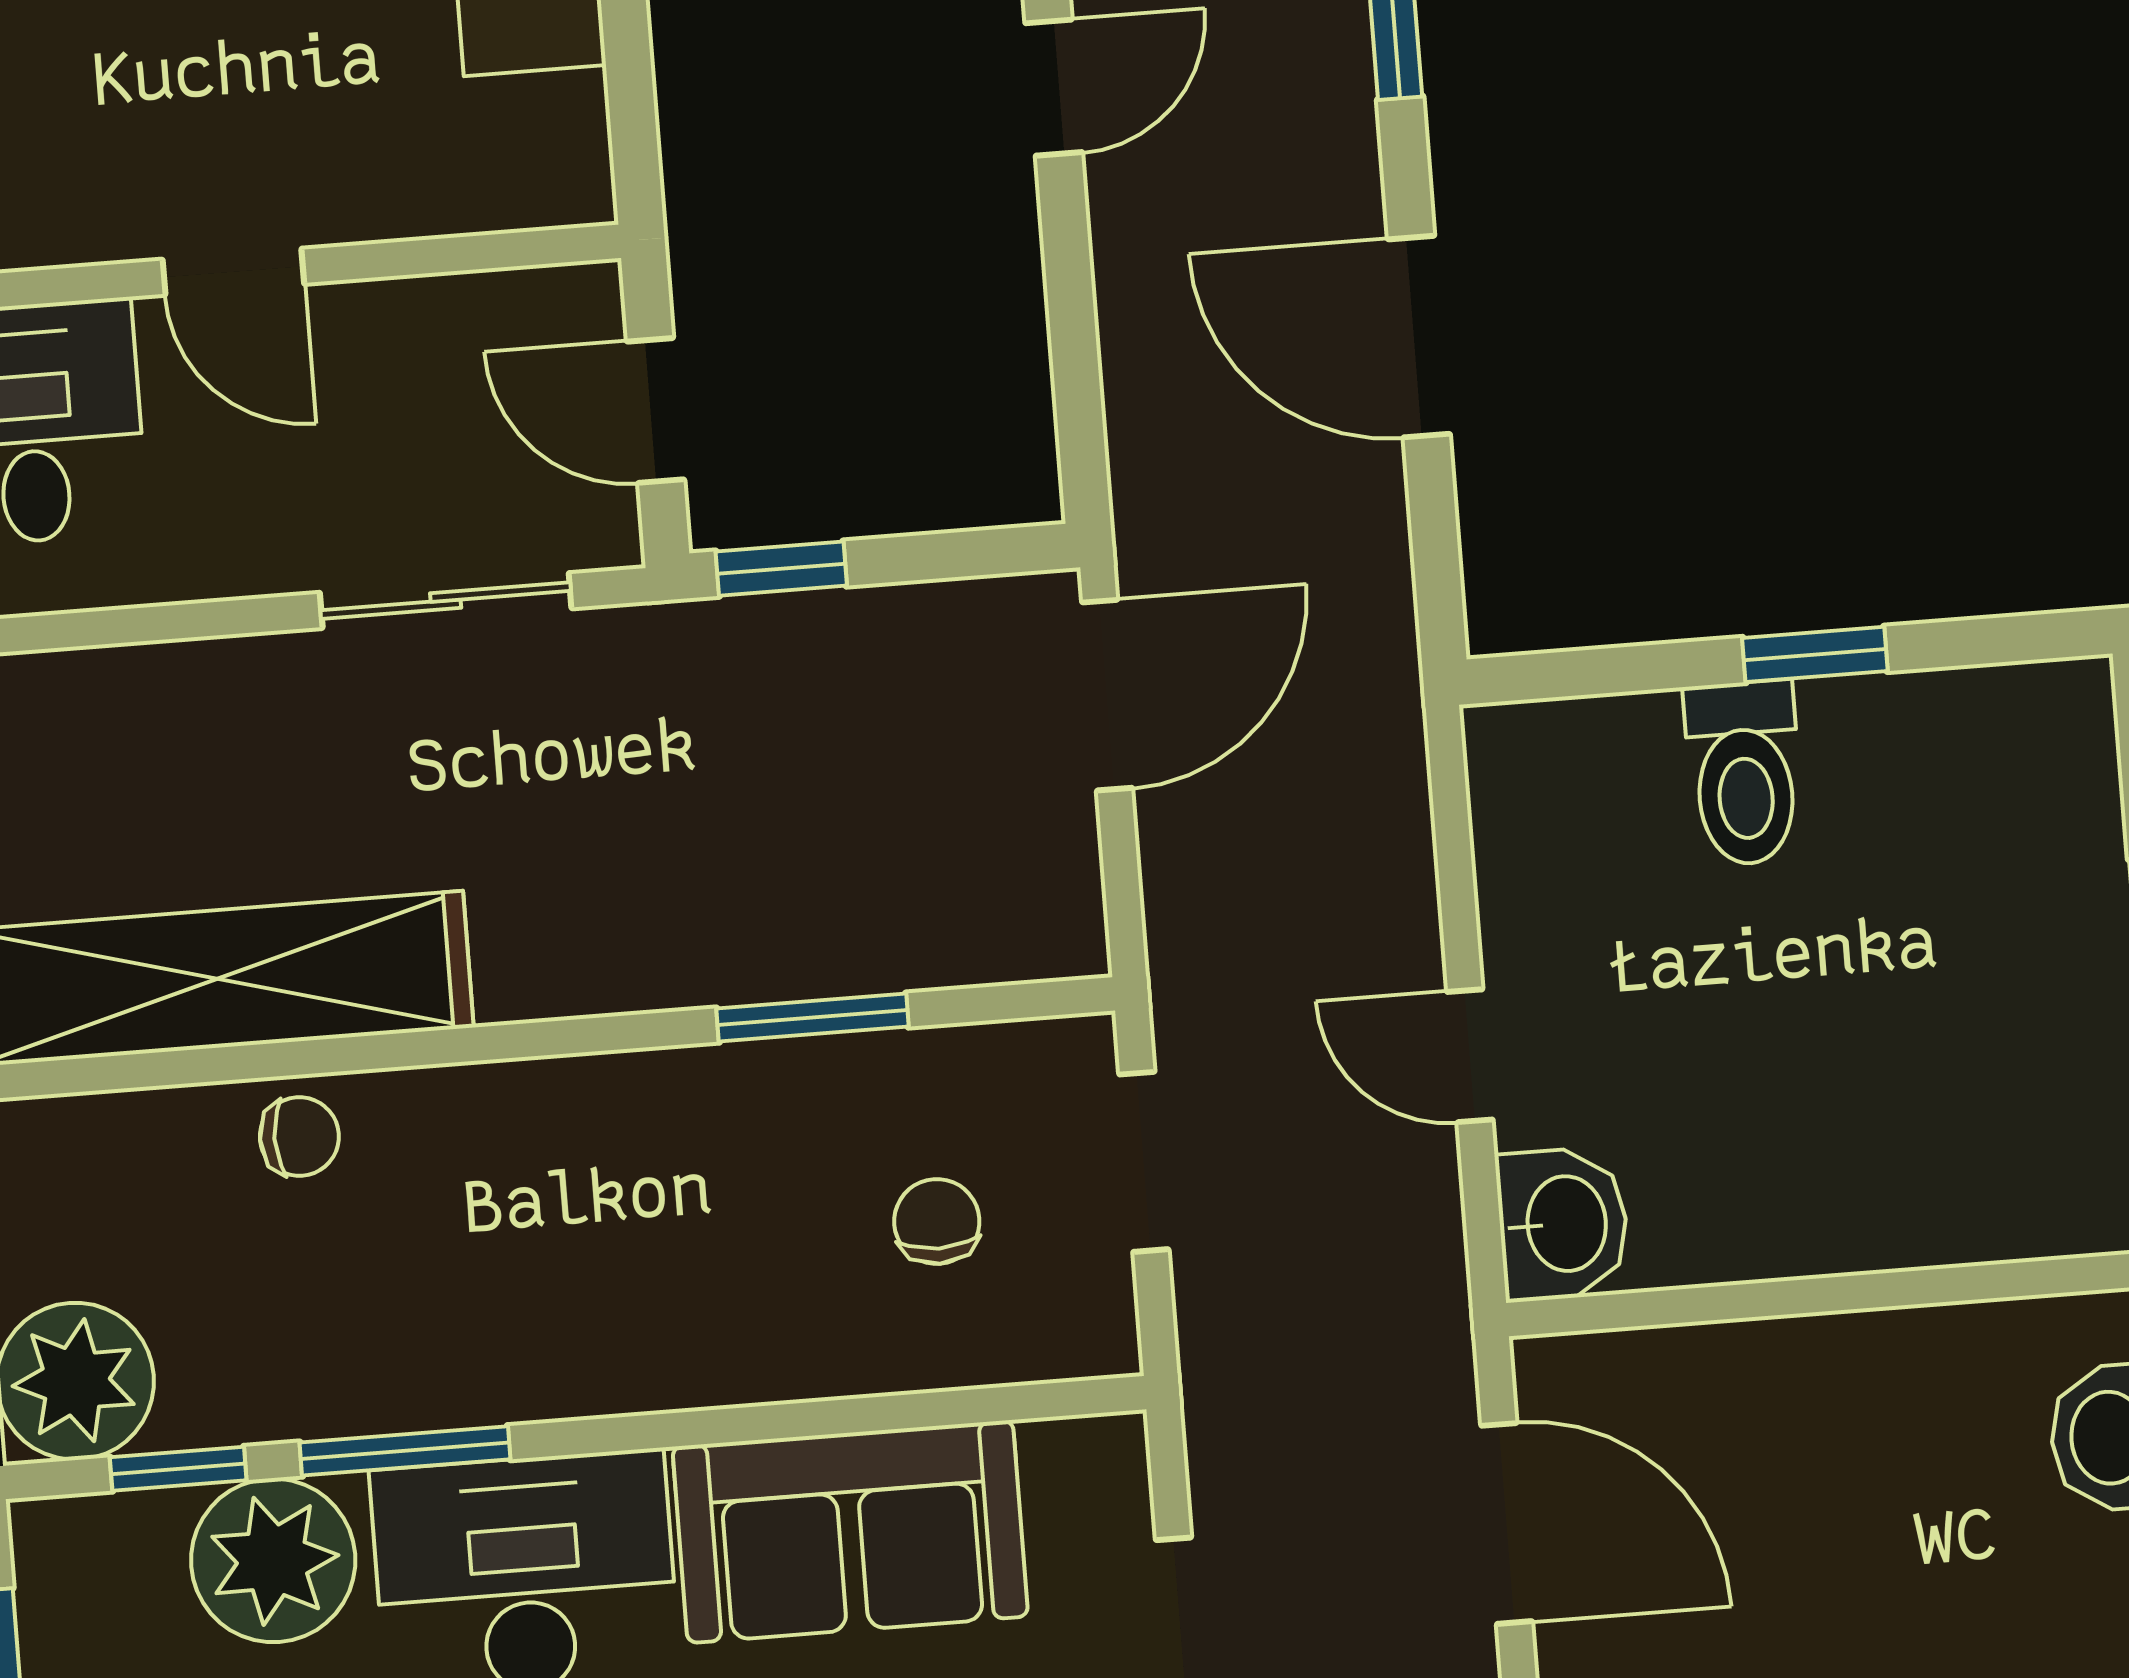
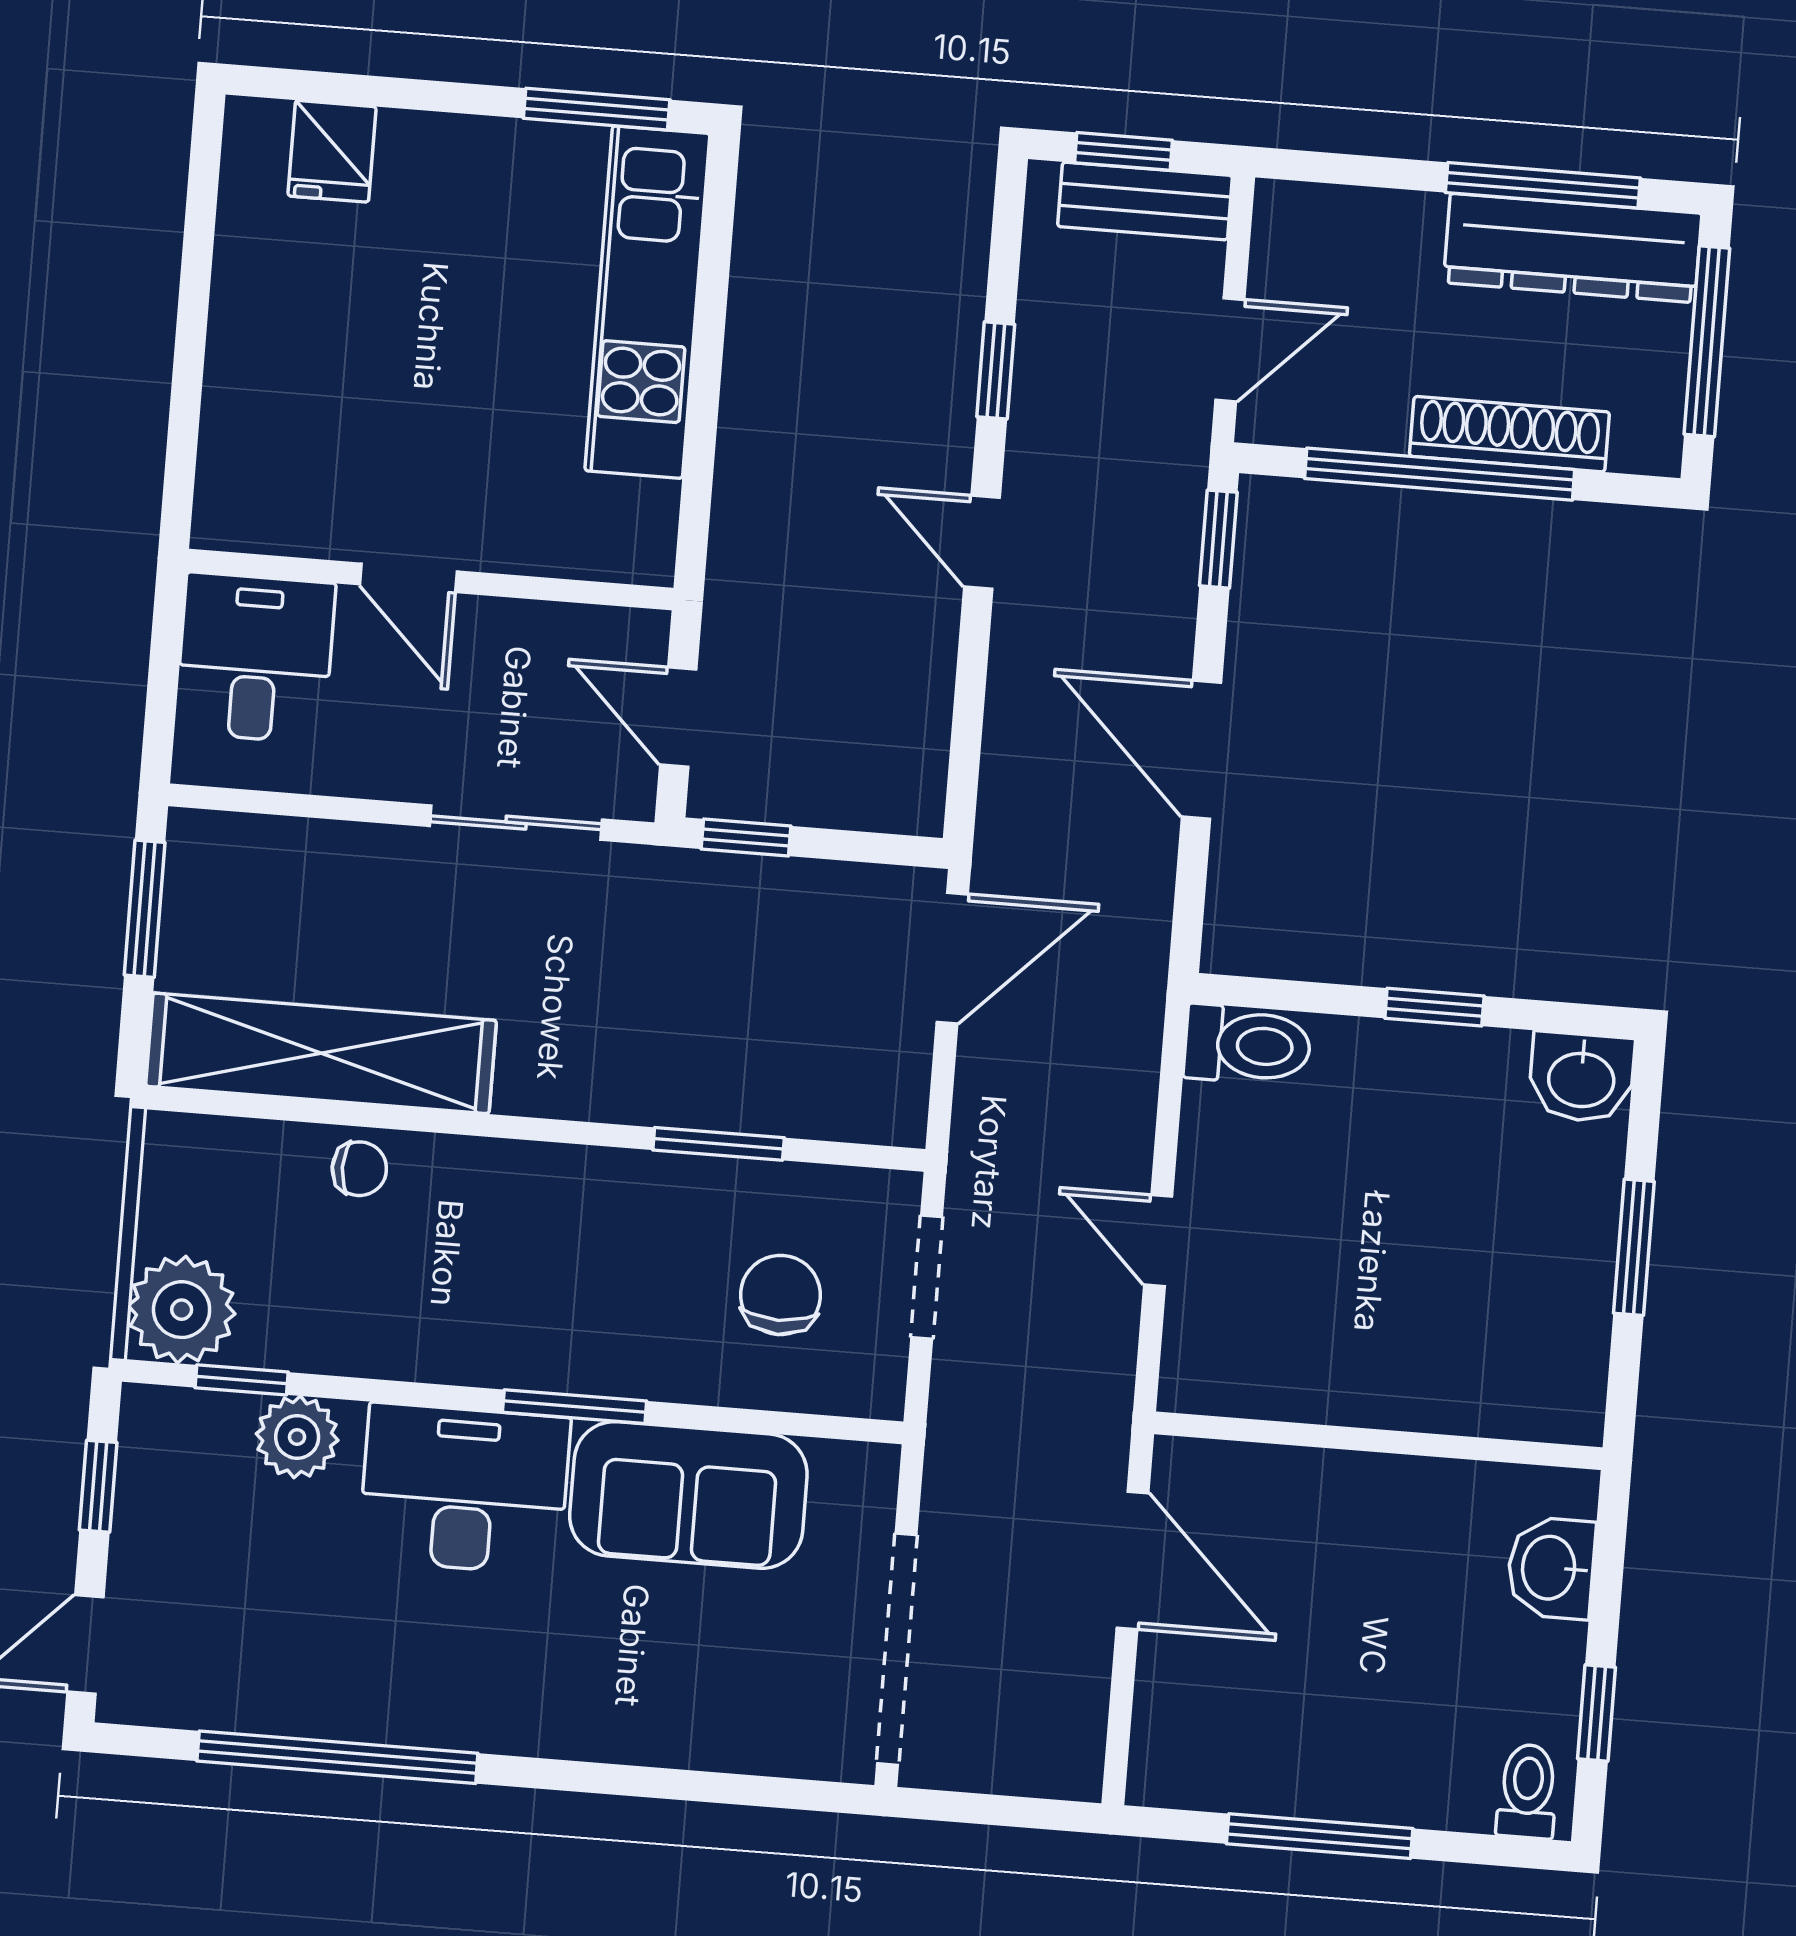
door: (1054, 88) -> (982, 542), swing flipped
toilet: (1744, 773) -> (1247, 1045), moved, turned -90
chair: (937, 1221) -> (780, 1295), width x1.37, depth x1.37
washbasin: (1563, 1224) -> (1581, 1077), moved, turned 90
window: (405, 1451) -> (575, 1407), moved
plant: (273, 1560) -> (297, 1437), width x0.73, depth x0.73

